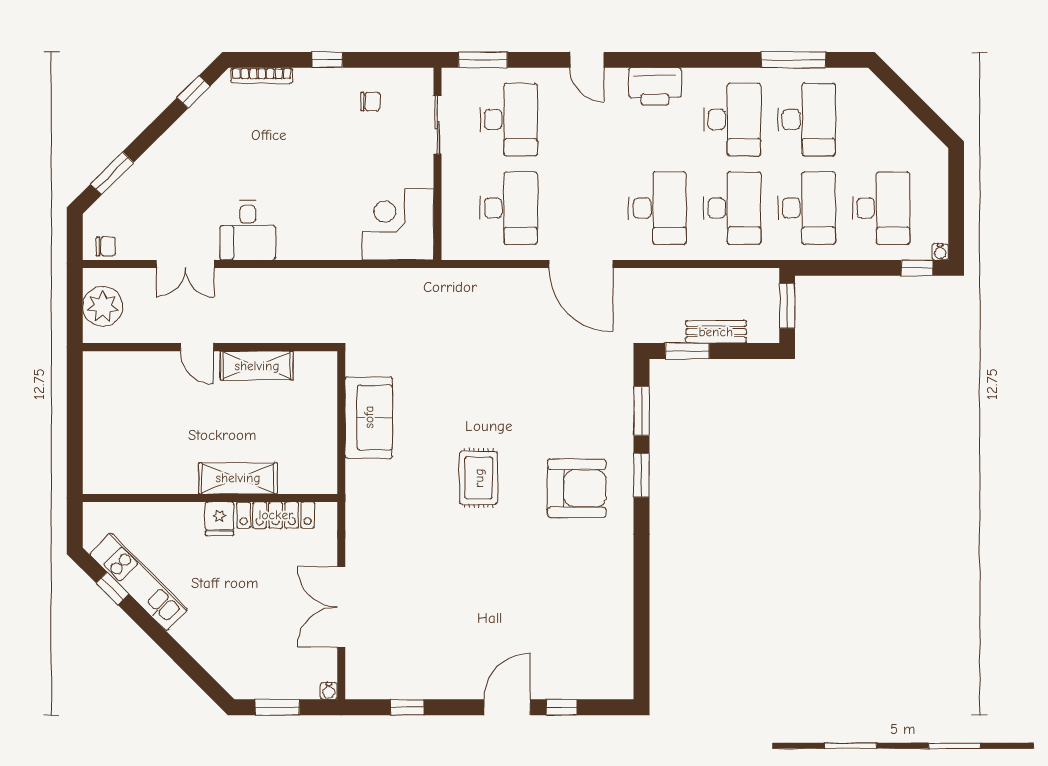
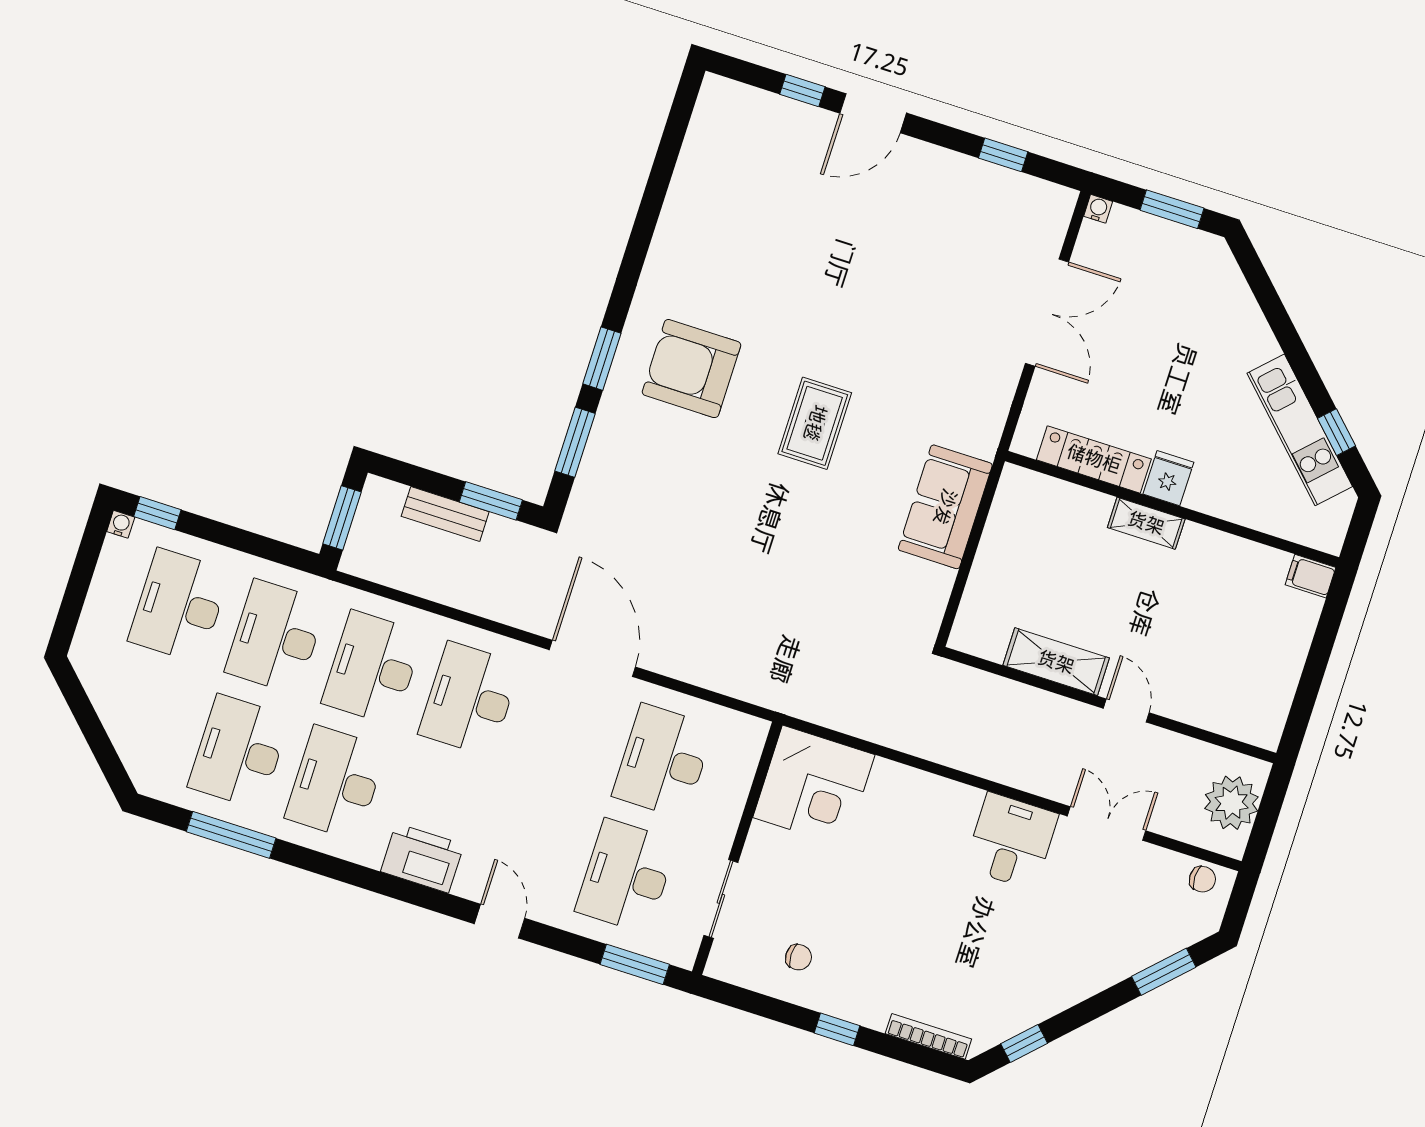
chair: (370, 102) -> (799, 957), turned 180
chair: (106, 246) -> (1202, 879), turned 180
sofa: (369, 417) -> (945, 507), moved
shelving: (238, 478) -> (1146, 523), width x0.67, depth x0.75
filing cabinet: (98, 482) -> (1310, 576), added

